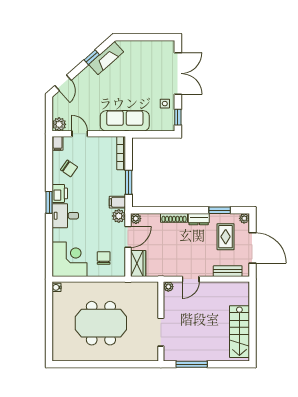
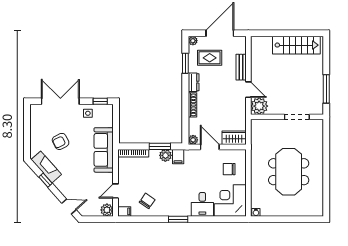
armchair: (134, 74) -> (61, 141), added
printer: (60, 193) -> (170, 209), removed
desk: (65, 216) -> (202, 204), moved
plant: (119, 216) -> (165, 155), moved
bench: (228, 271) -> (241, 67), moved
plant: (168, 287) -> (259, 106), width x1.88, depth x1.88

